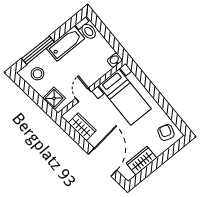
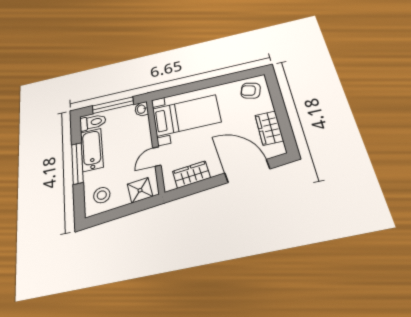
window: (108, 35) -> (113, 105), added
window: (38, 50) -> (77, 163), moved
door: (83, 95) -> (157, 157), hinge flipped

